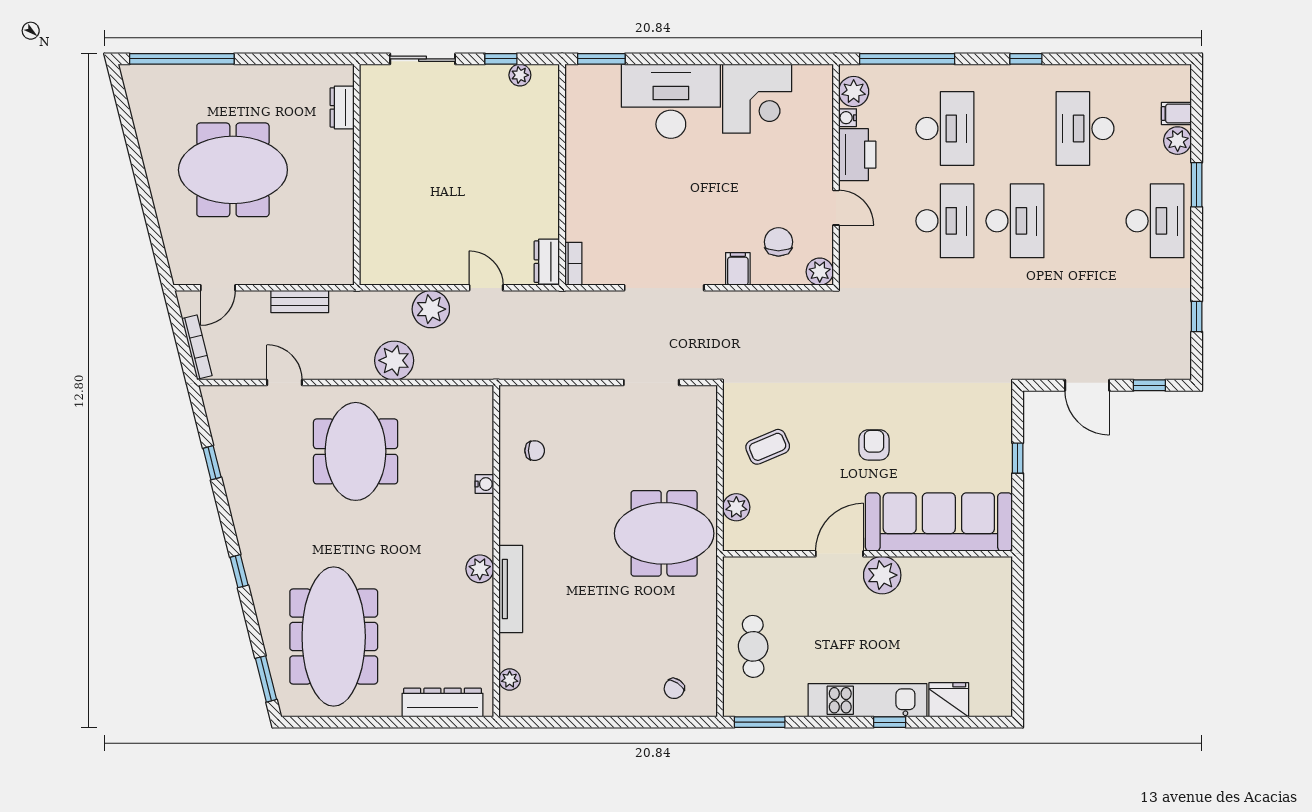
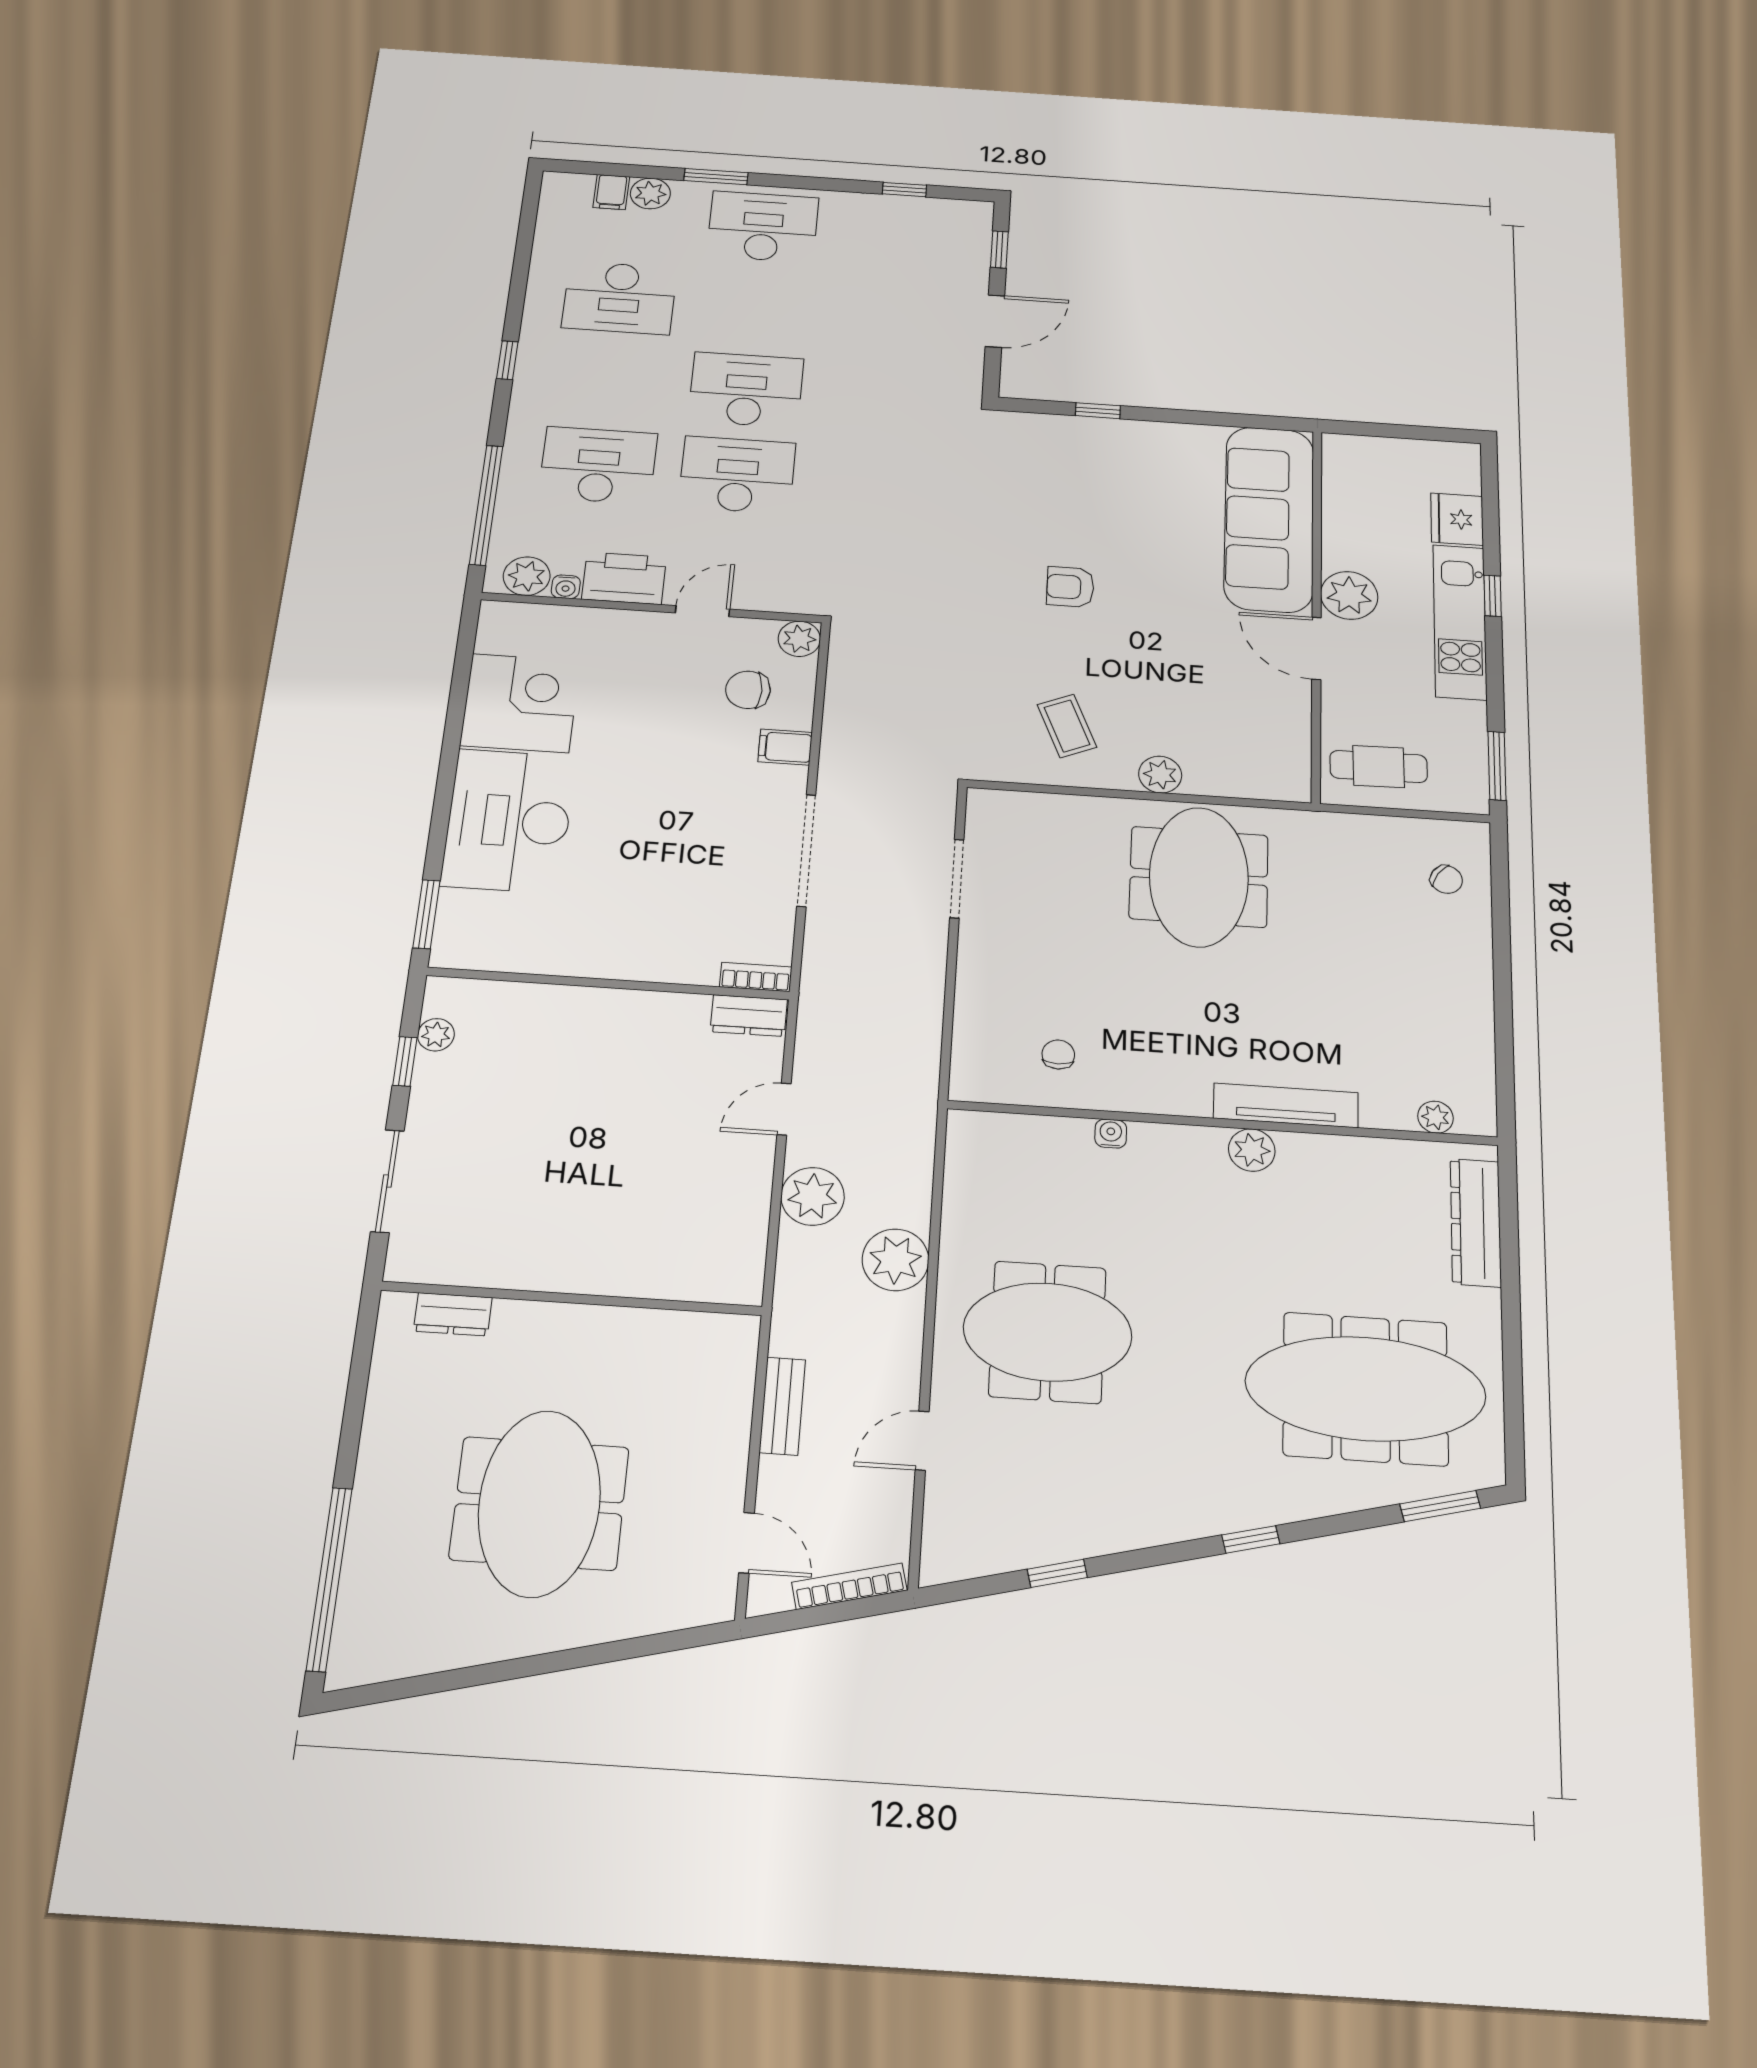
sofa: (939, 522) -> (1269, 519), moved
door: (839, 554) -> (1316, 648), moved
wall: (868, 554) -> (1317, 612), moved
plant: (882, 575) -> (1349, 595), moved

